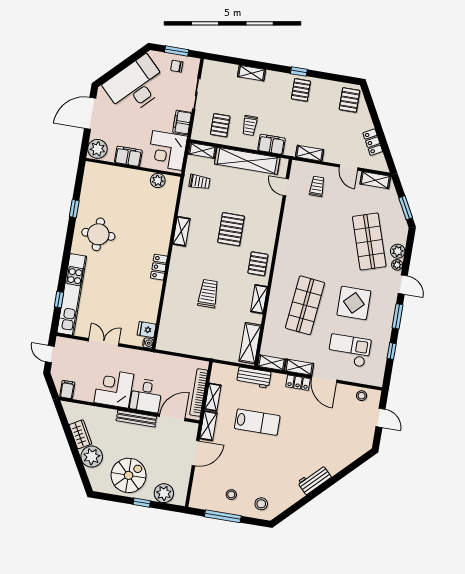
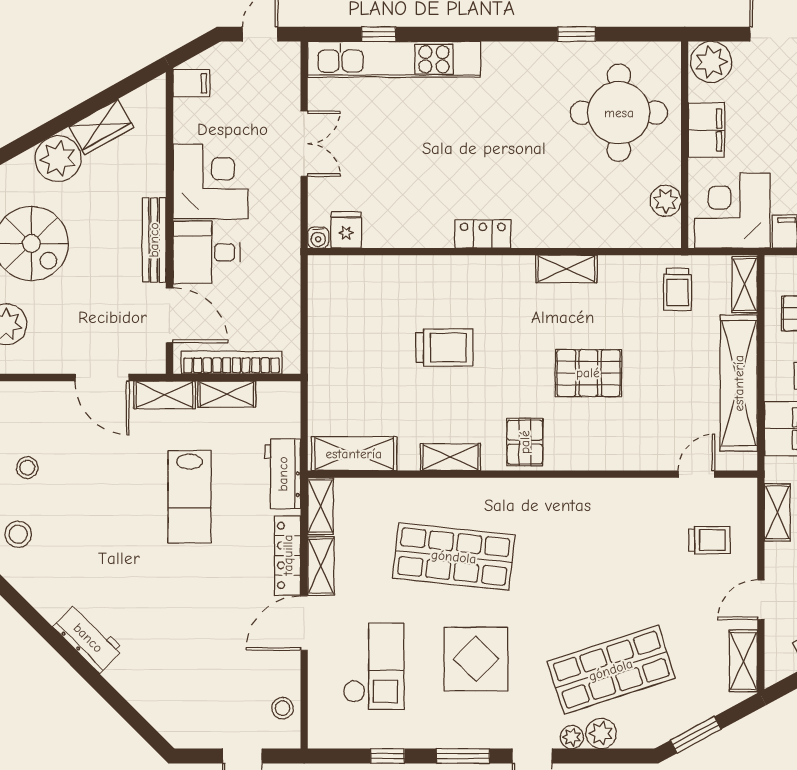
round table: (98, 234) -> (619, 113), moved, width x1.36, depth x1.36
pallet: (258, 264) -> (525, 442), turned 90
locker: (298, 383) -> (288, 555), width x1.53

